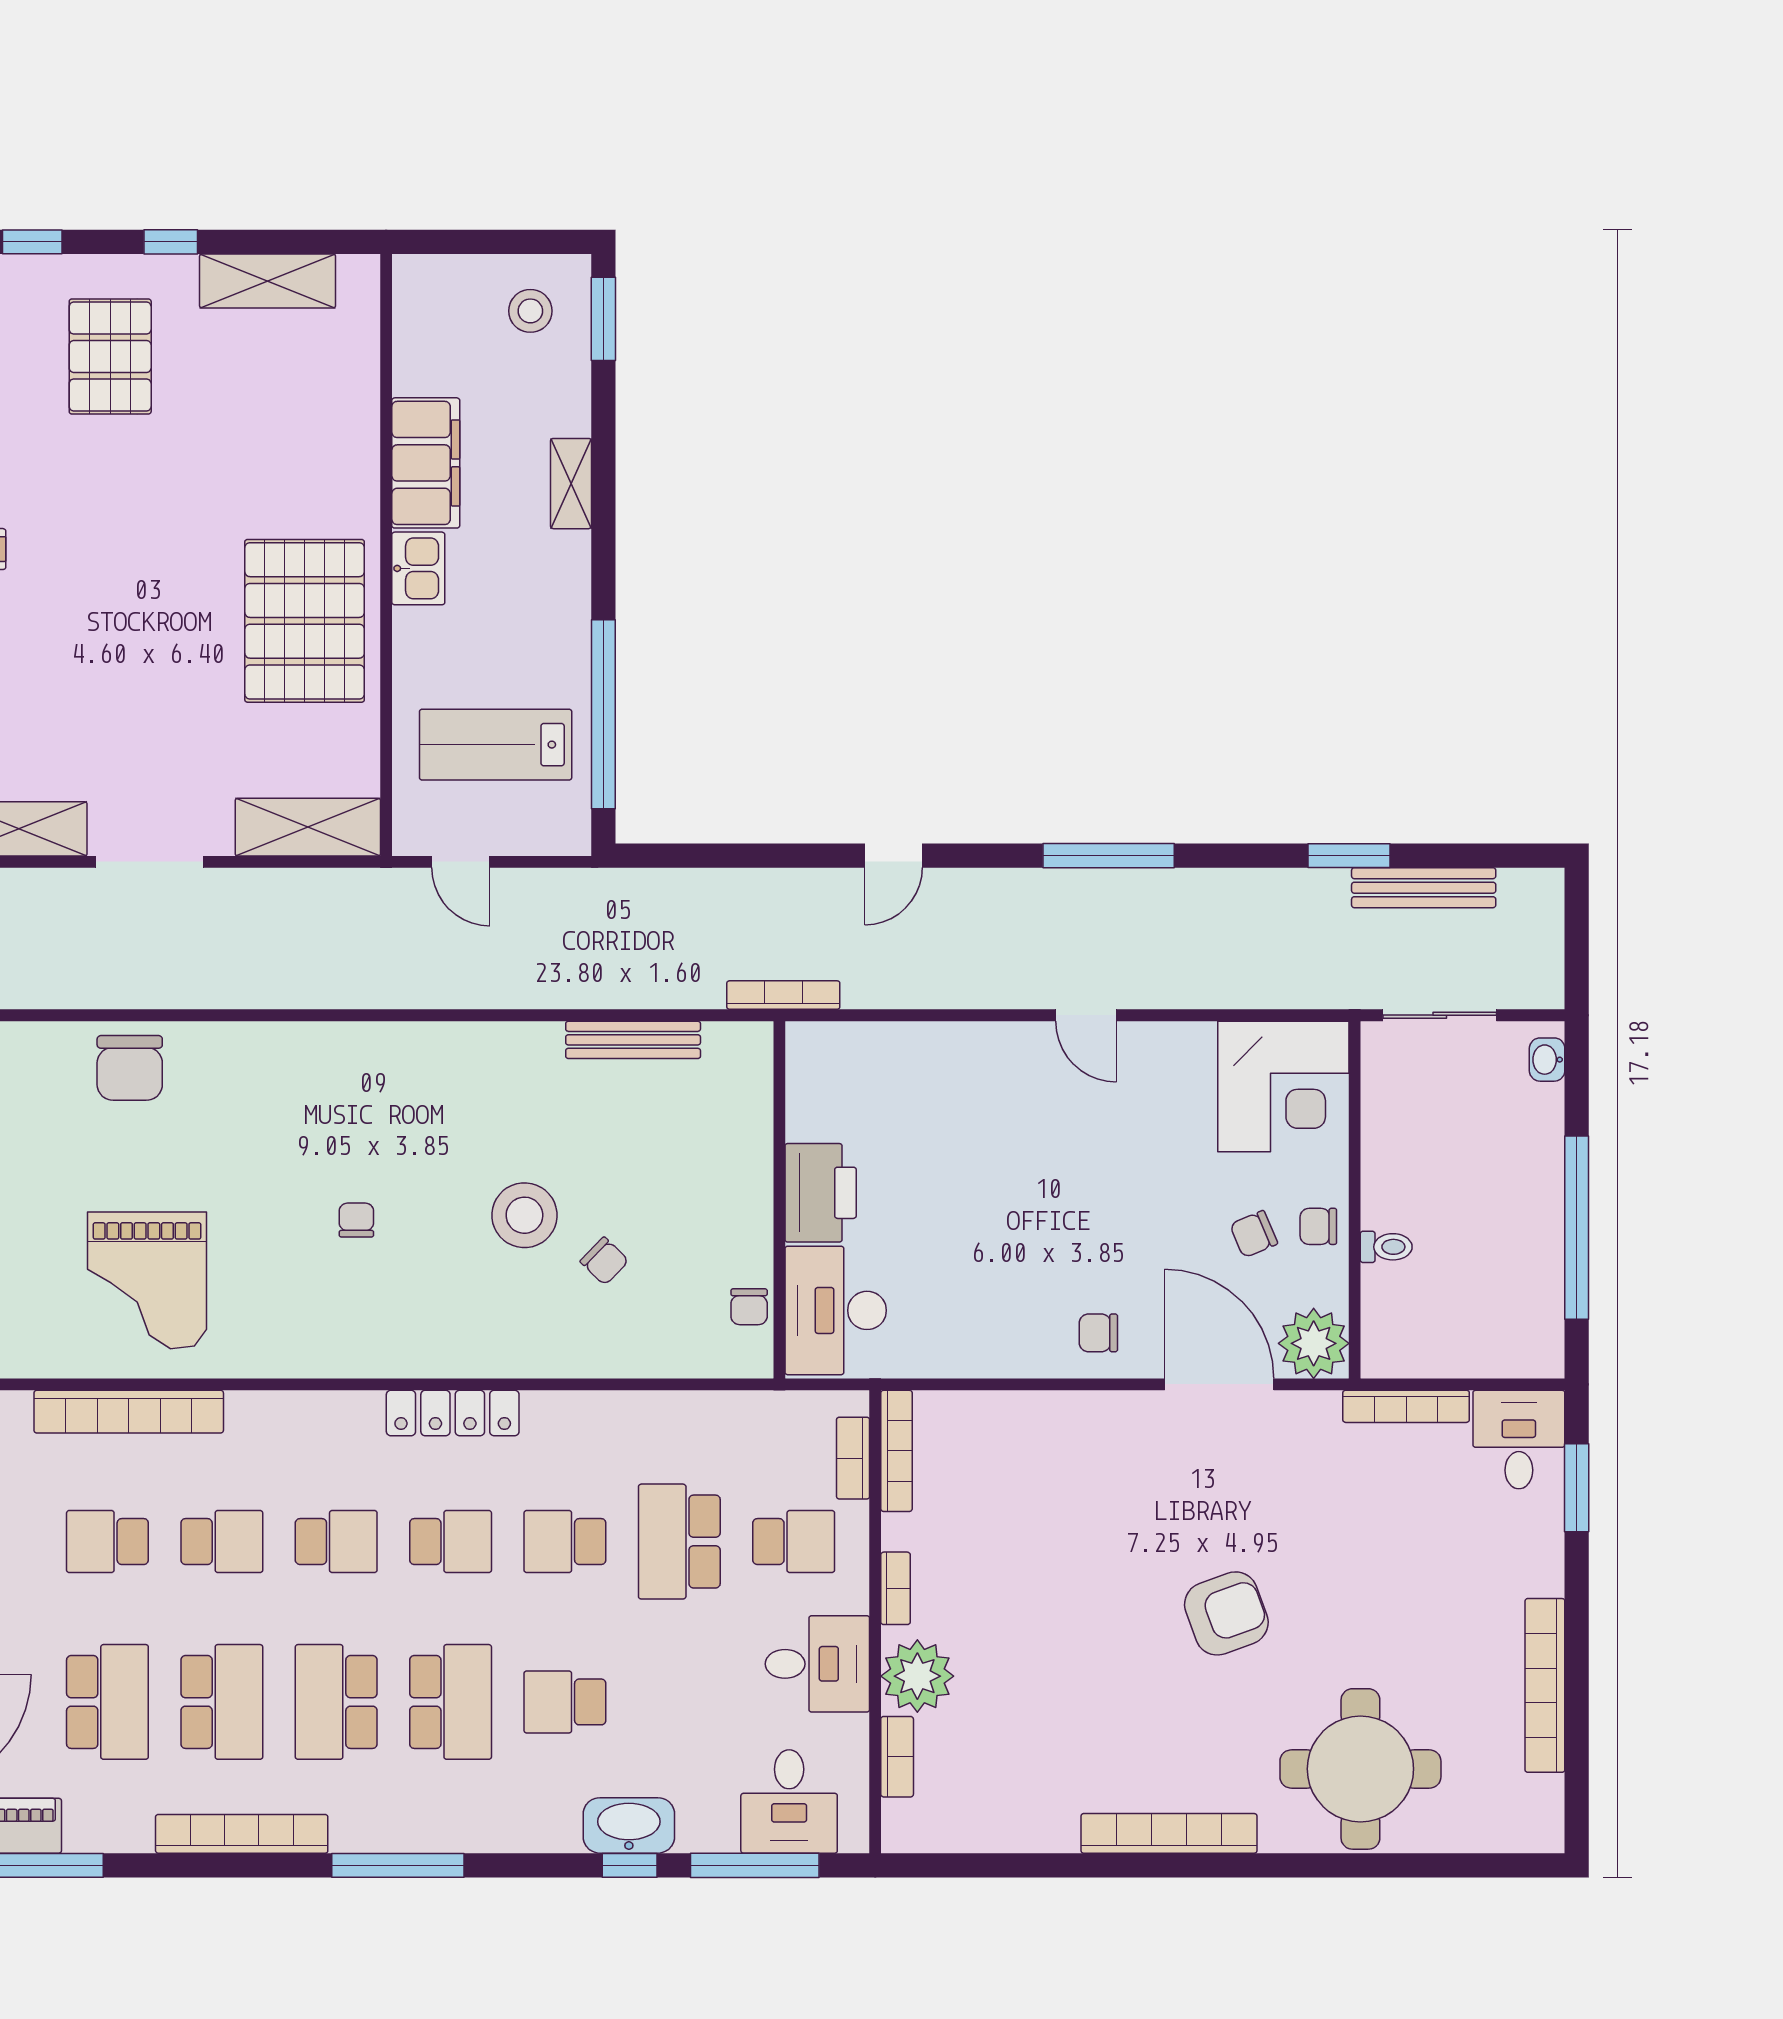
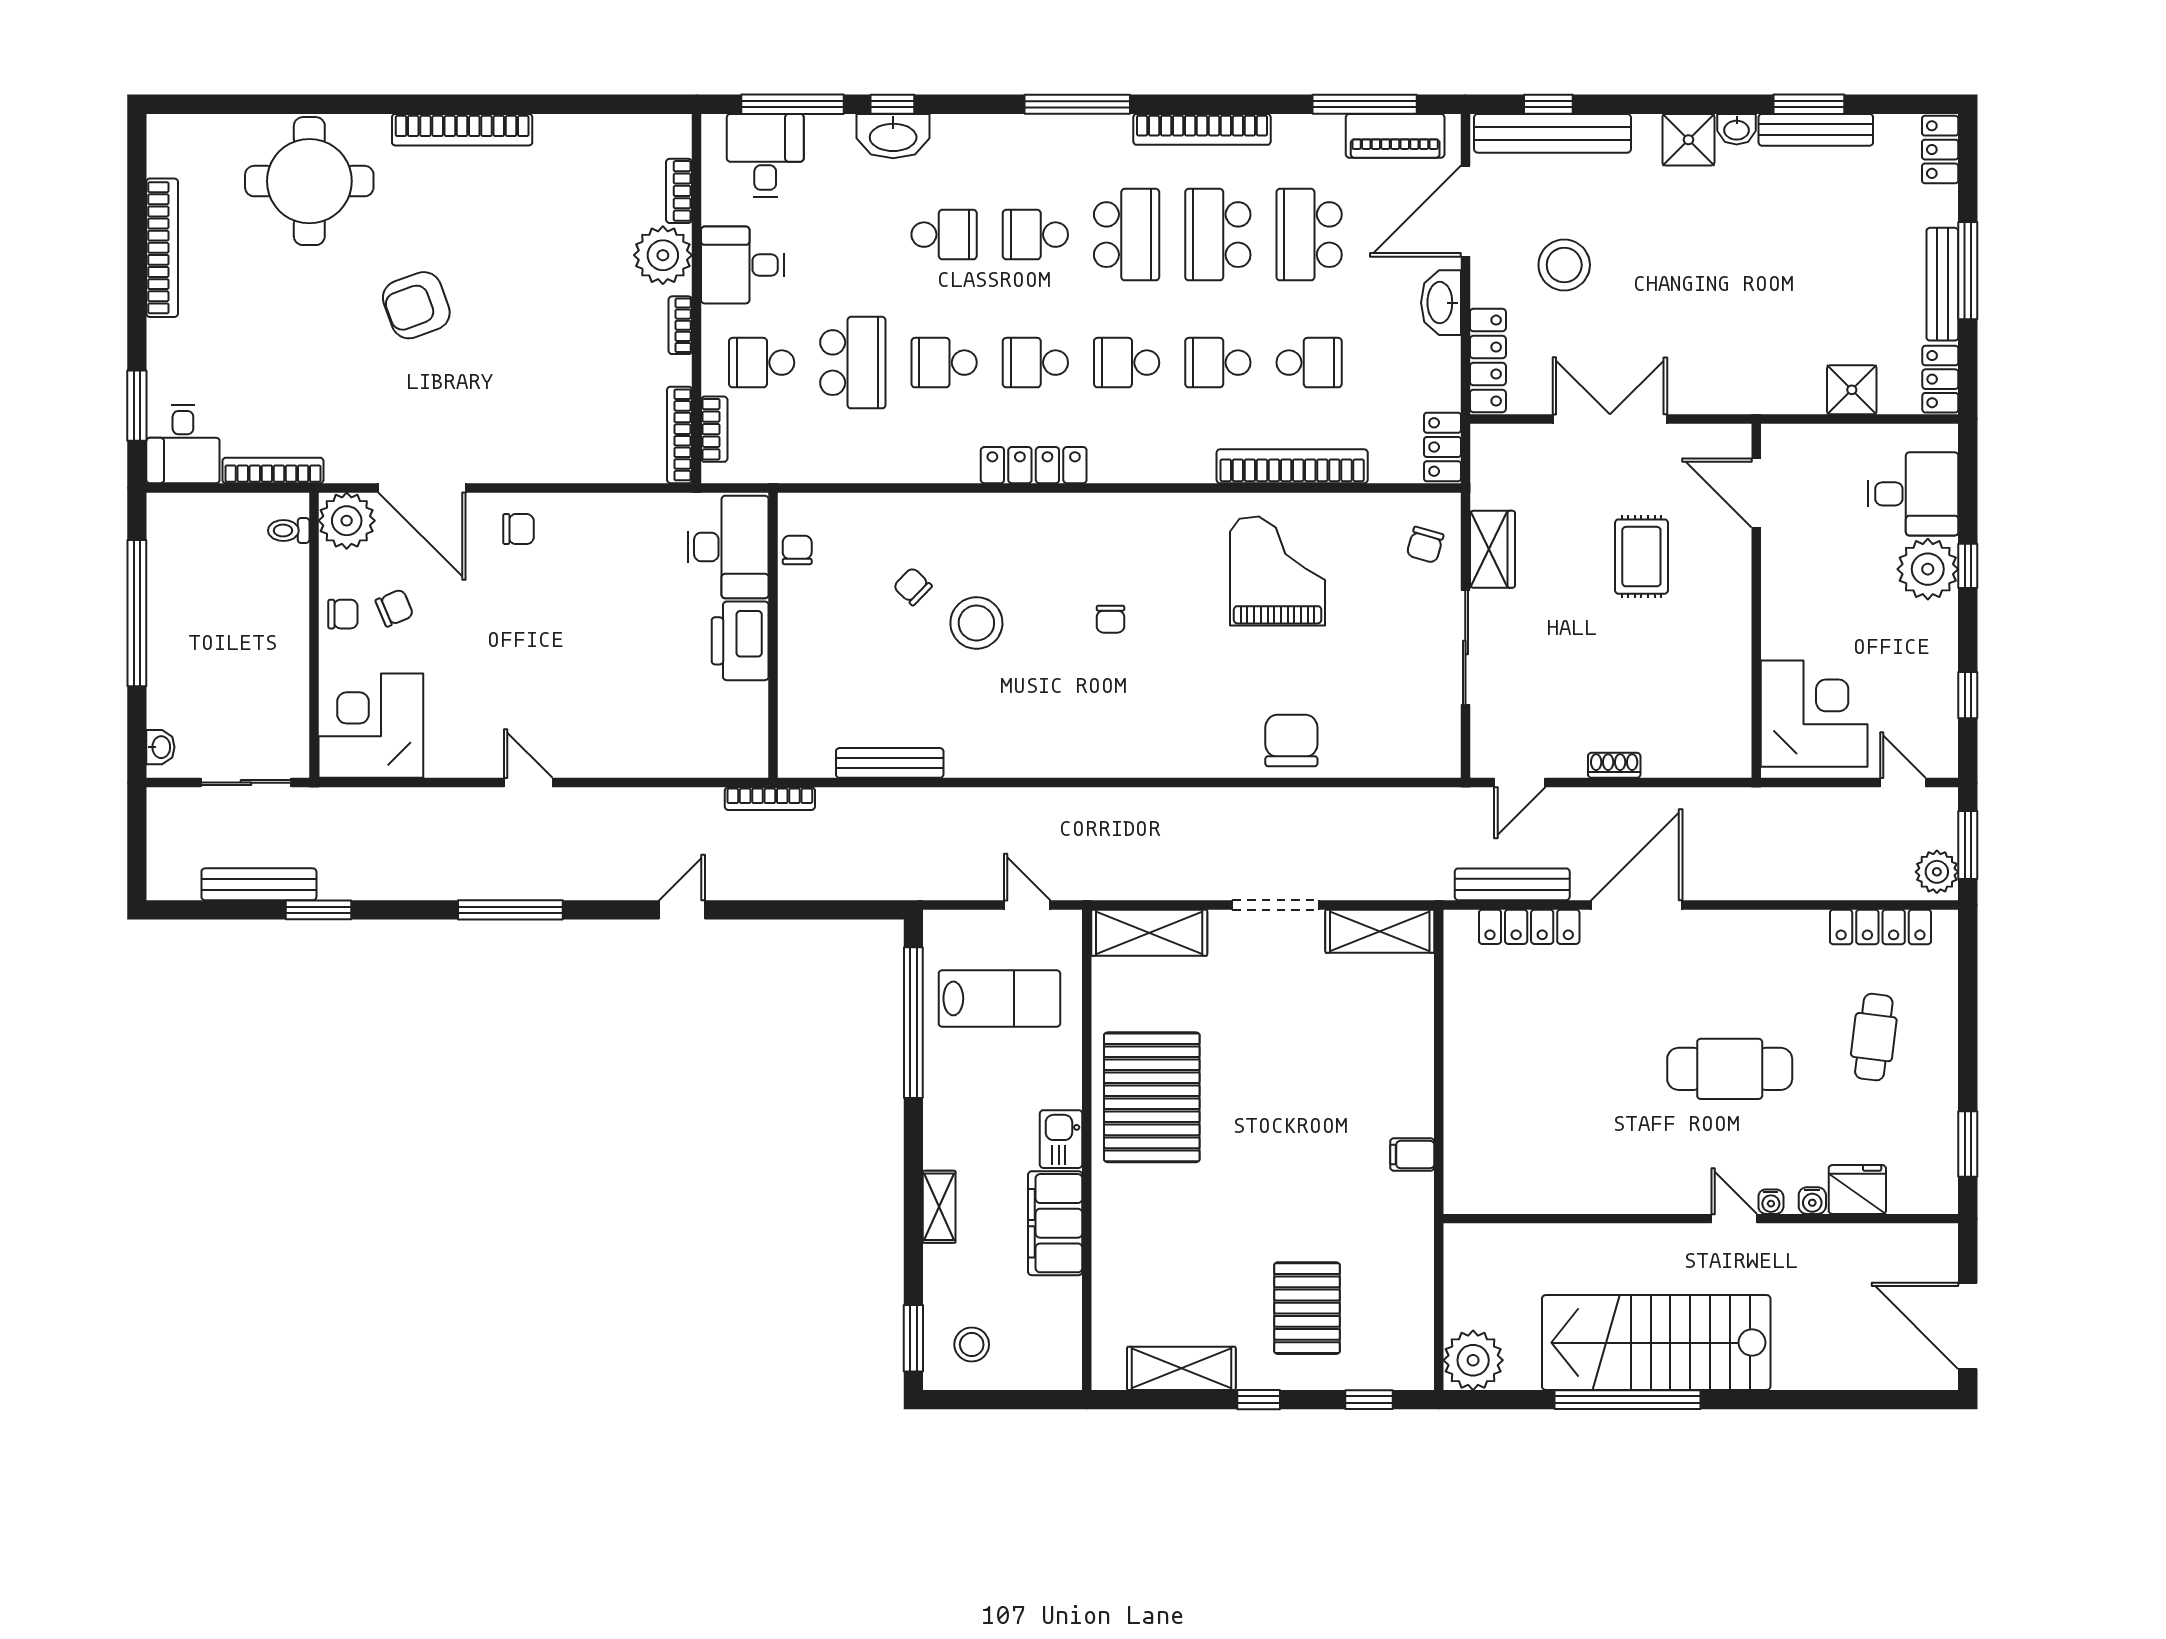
toilet: (1386, 1247) -> (289, 531), moved
school desk: (565, 1542) -> (944, 363), turned 180
school desk: (451, 1702) -> (1035, 235), width x0.54

